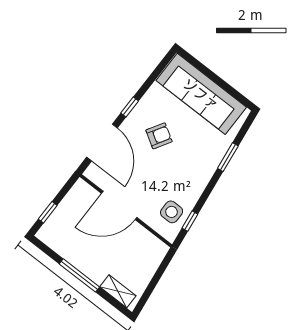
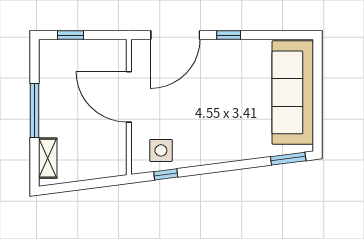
armchair: (159, 136) -> (223, 83), removed
window: (228, 157) -> (288, 159), moved

